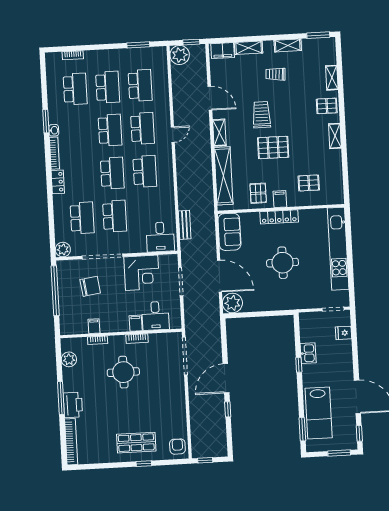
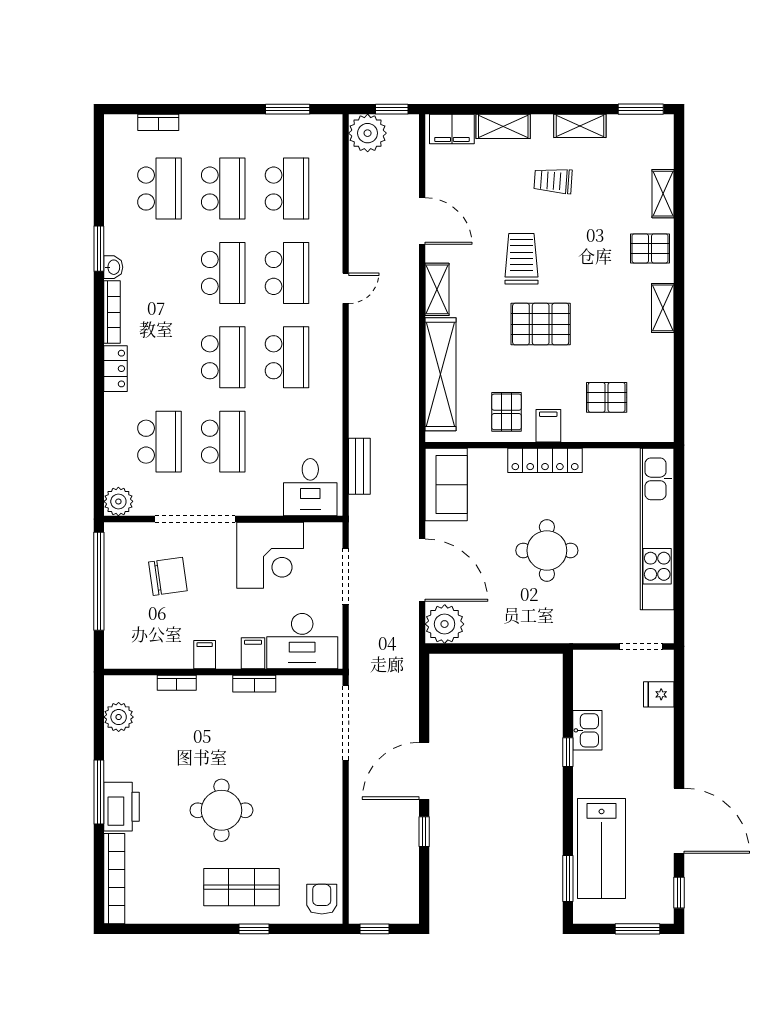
desk: (155, 316) -> (302, 641), width x1.37
filing cabinet: (94, 326) -> (205, 655), moved
round table: (123, 372) -> (221, 810), moved

